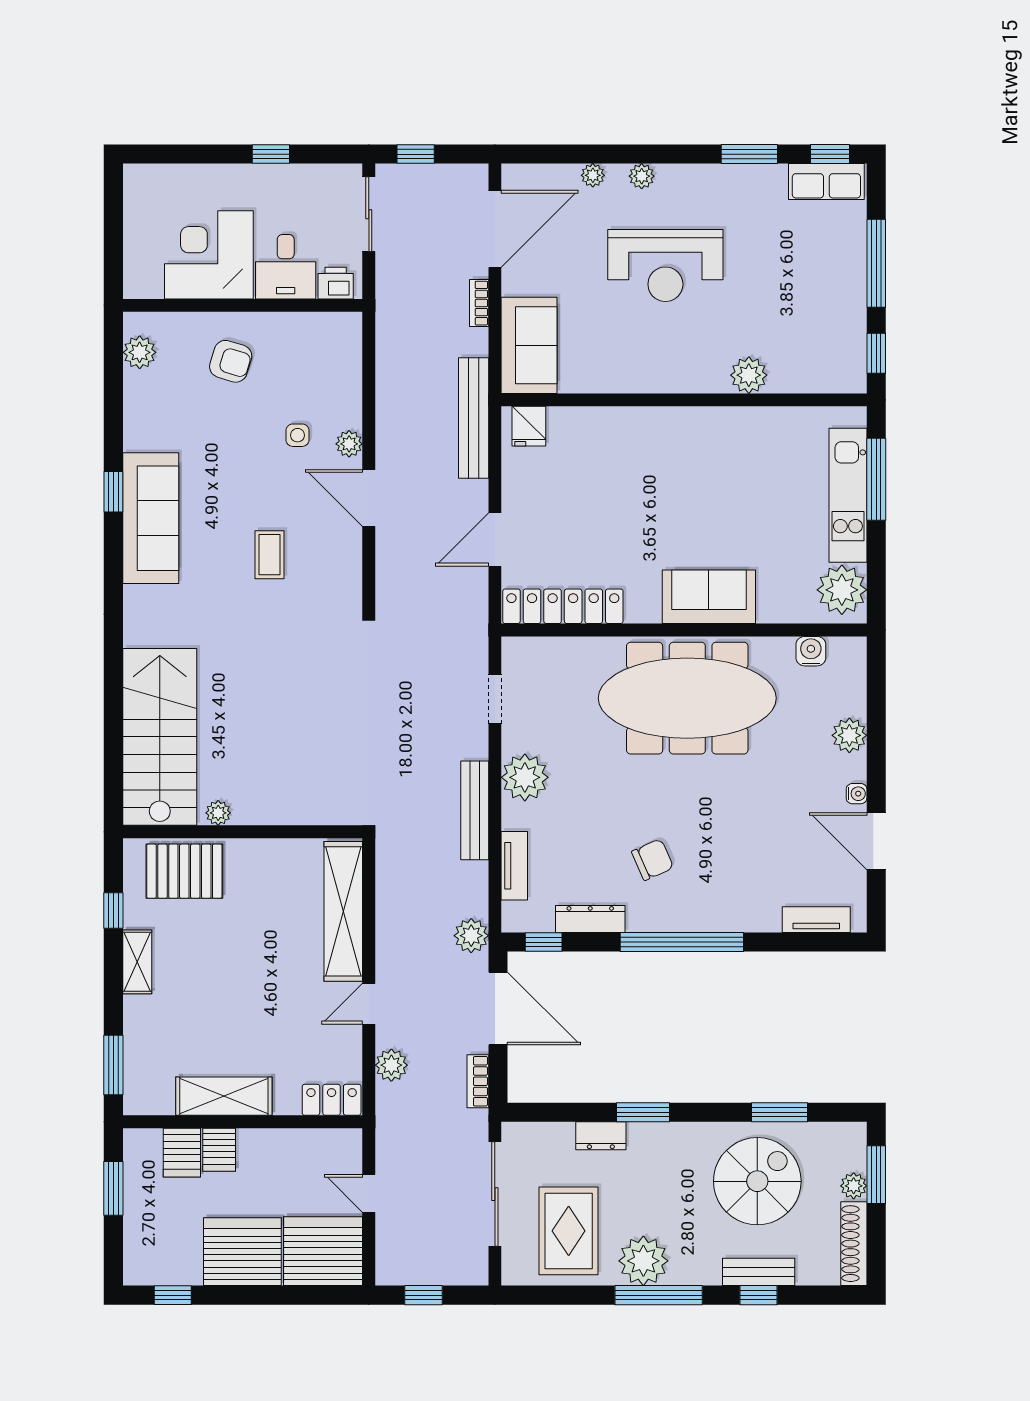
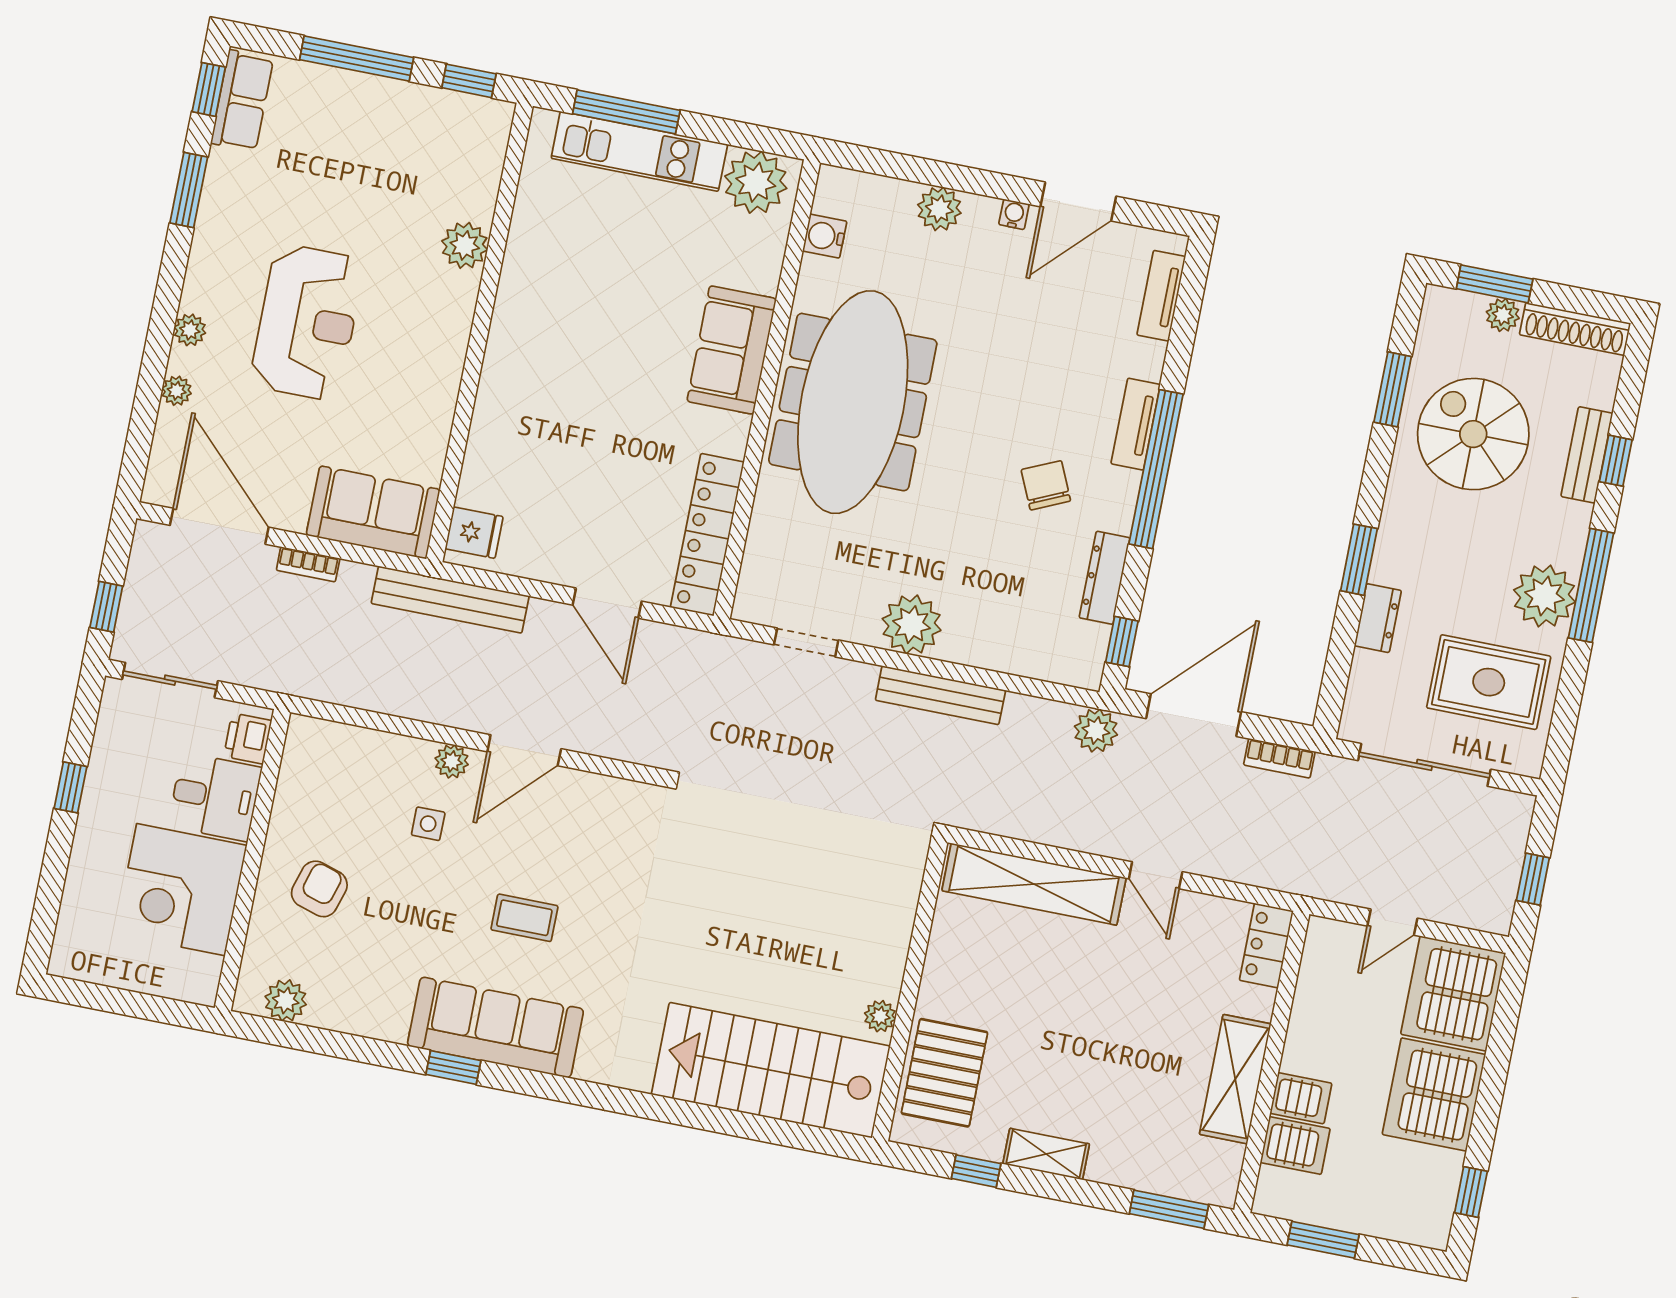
coffee table: (270, 555) -> (524, 918), moved
tv unit: (514, 866) -> (1136, 424), moved, turned -90
plant: (391, 1065) -> (1238, 862), removed

